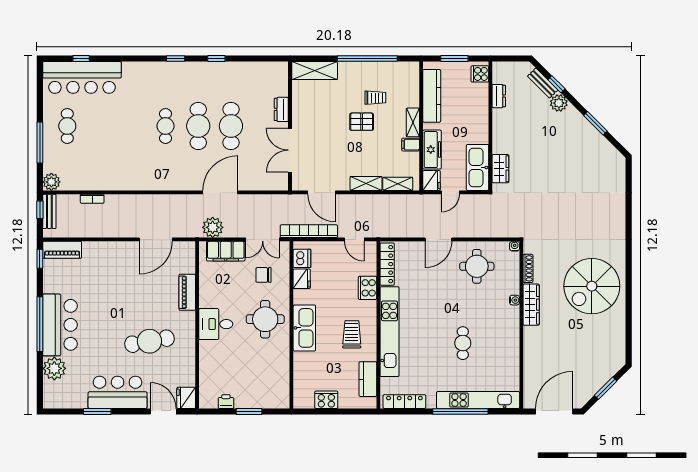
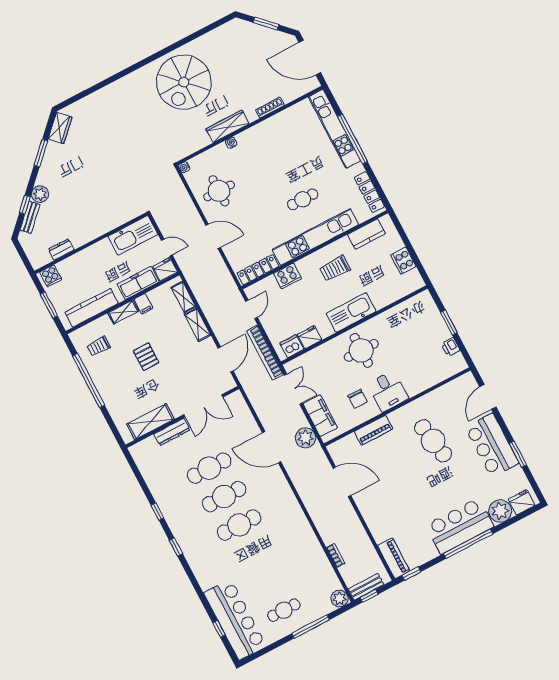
shelving: (315, 71) -> (150, 422), moved, turned 90
trolley: (375, 98) -> (99, 346), moved, turned -90
dresser: (281, 109) -> (172, 432), width x1.44
cafe table: (166, 126) -> (239, 525), width x1.37, depth x1.35
wardrobe: (500, 169) -> (60, 128), moved, turned 135
shoe rack: (528, 268) -> (270, 108), moved
chair: (263, 275) -> (358, 399), moved
spiral stairs: (592, 286) -> (184, 82), turned 90
cafe table: (463, 343) -> (303, 199), moved
fridge: (186, 398) -> (521, 502), moved, turned 180

